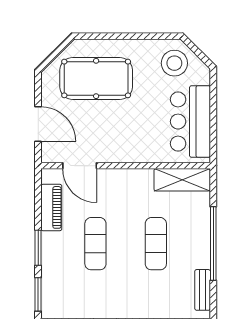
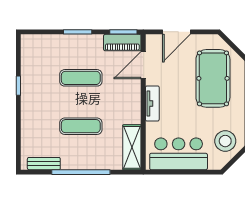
tv unit: (127, 154) -> (152, 103), added
piano: (51, 207) -> (122, 43), moved
window: (38, 294) -> (123, 32), moved

